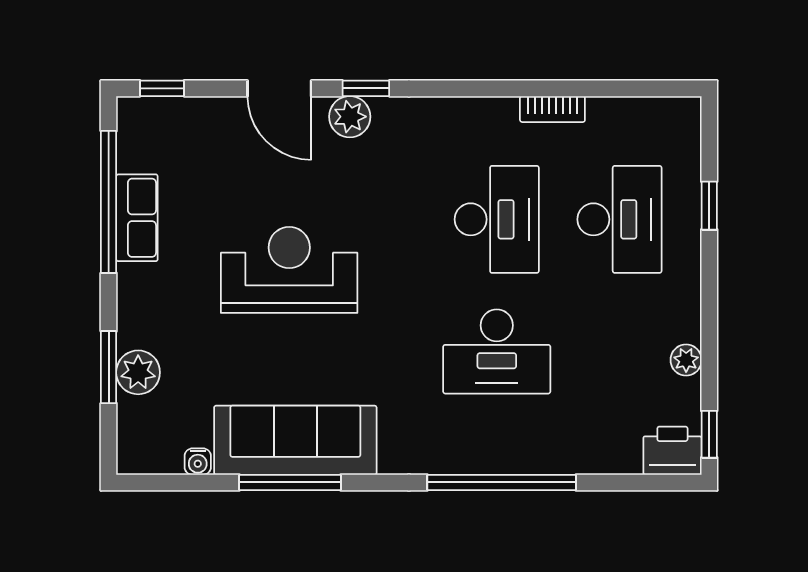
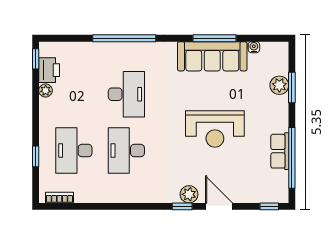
bookcase: (552, 109) -> (59, 198), moved
desk: (497, 351) -> (126, 94), turned 90
printer: (672, 451) -> (49, 70), moved, turned -90

